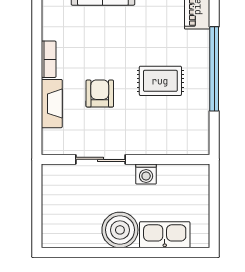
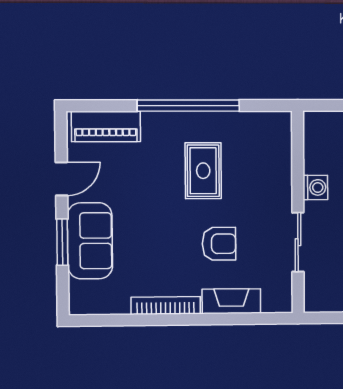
bookcase: (49, 59) -> (166, 306), width x1.56
armchair: (100, 94) -> (219, 244), turned 180

